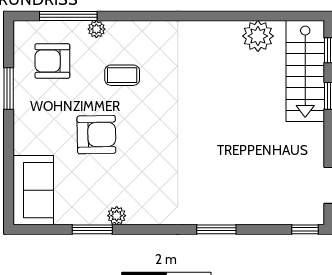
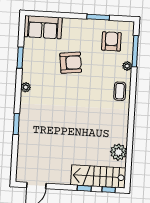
coffee table: (122, 75) -> (120, 91), moved
armchair: (96, 135) -> (71, 63), turned -96
plant: (117, 216) -> (26, 87), moved
window: (305, 229) -> (14, 171), removed

